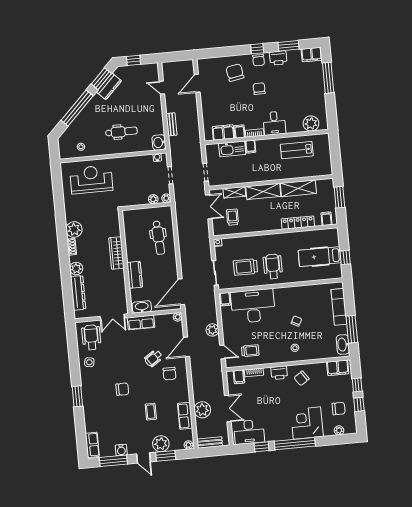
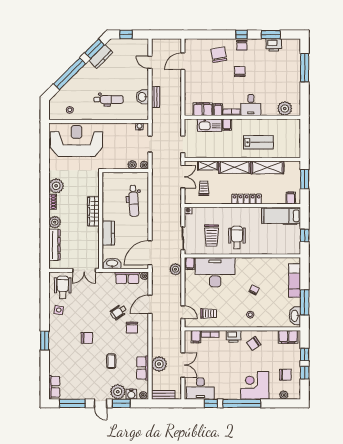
filing cabinet: (312, 55) -> (291, 45), removed
printer: (278, 58) -> (274, 45), moved
washbasin: (159, 142) -> (142, 97), moved
lab bench: (297, 150) -> (258, 142), moved, turned 180
reception desk: (91, 179) -> (77, 141), width x1.36, depth x1.30
locker: (298, 223) -> (247, 199), moved
hospital bed: (320, 257) -> (281, 216), moved
trolley: (245, 267) -> (211, 236), turned -90
row of seats: (141, 322) -> (127, 278), moved
plant: (212, 330) -> (175, 269), moved
water cooler: (121, 450) -> (131, 394), moved

